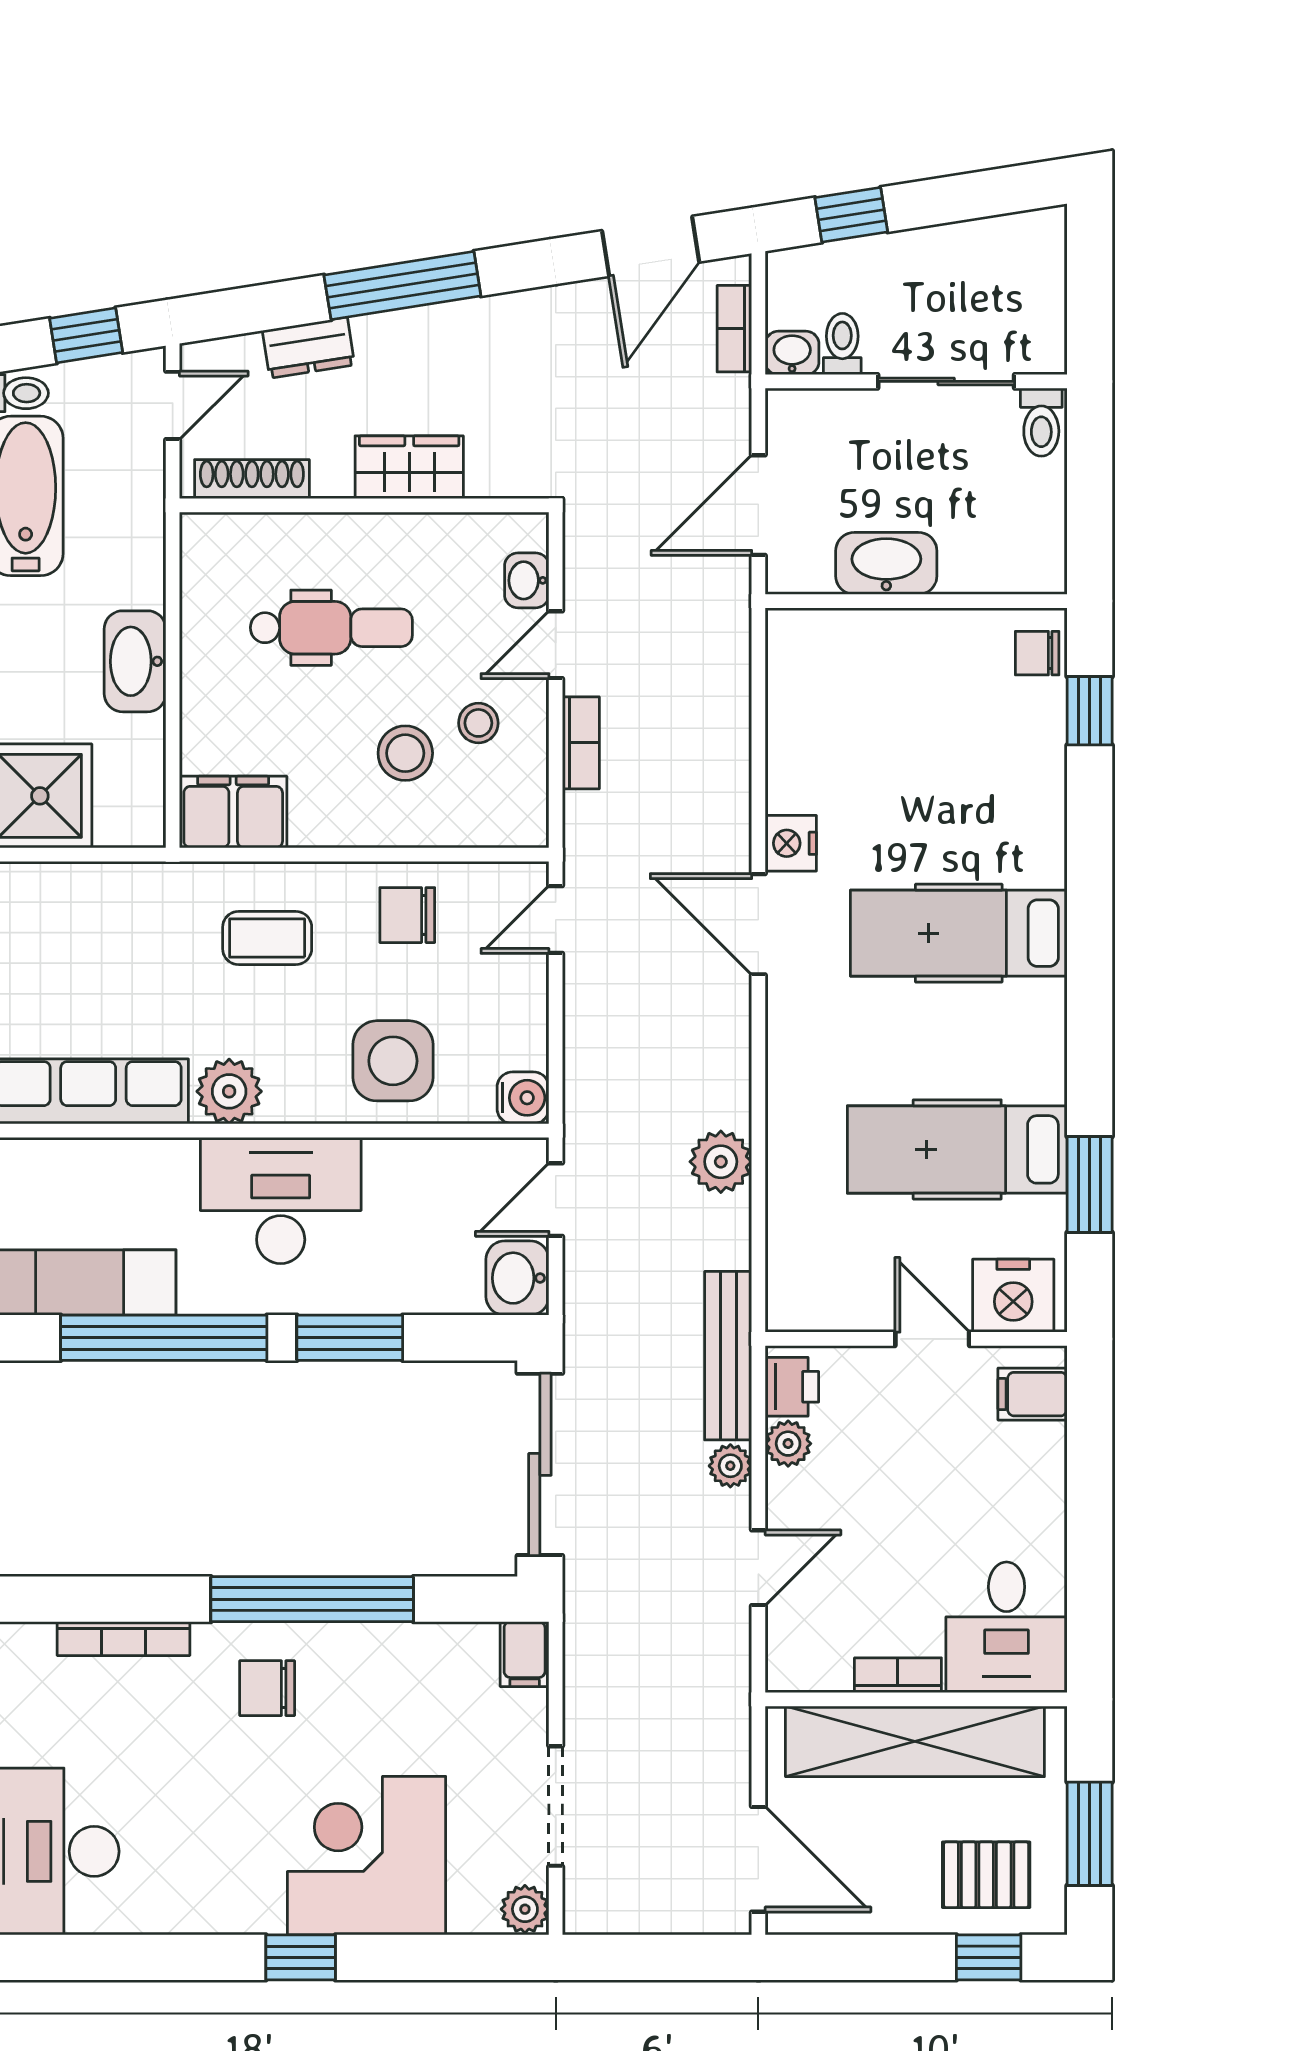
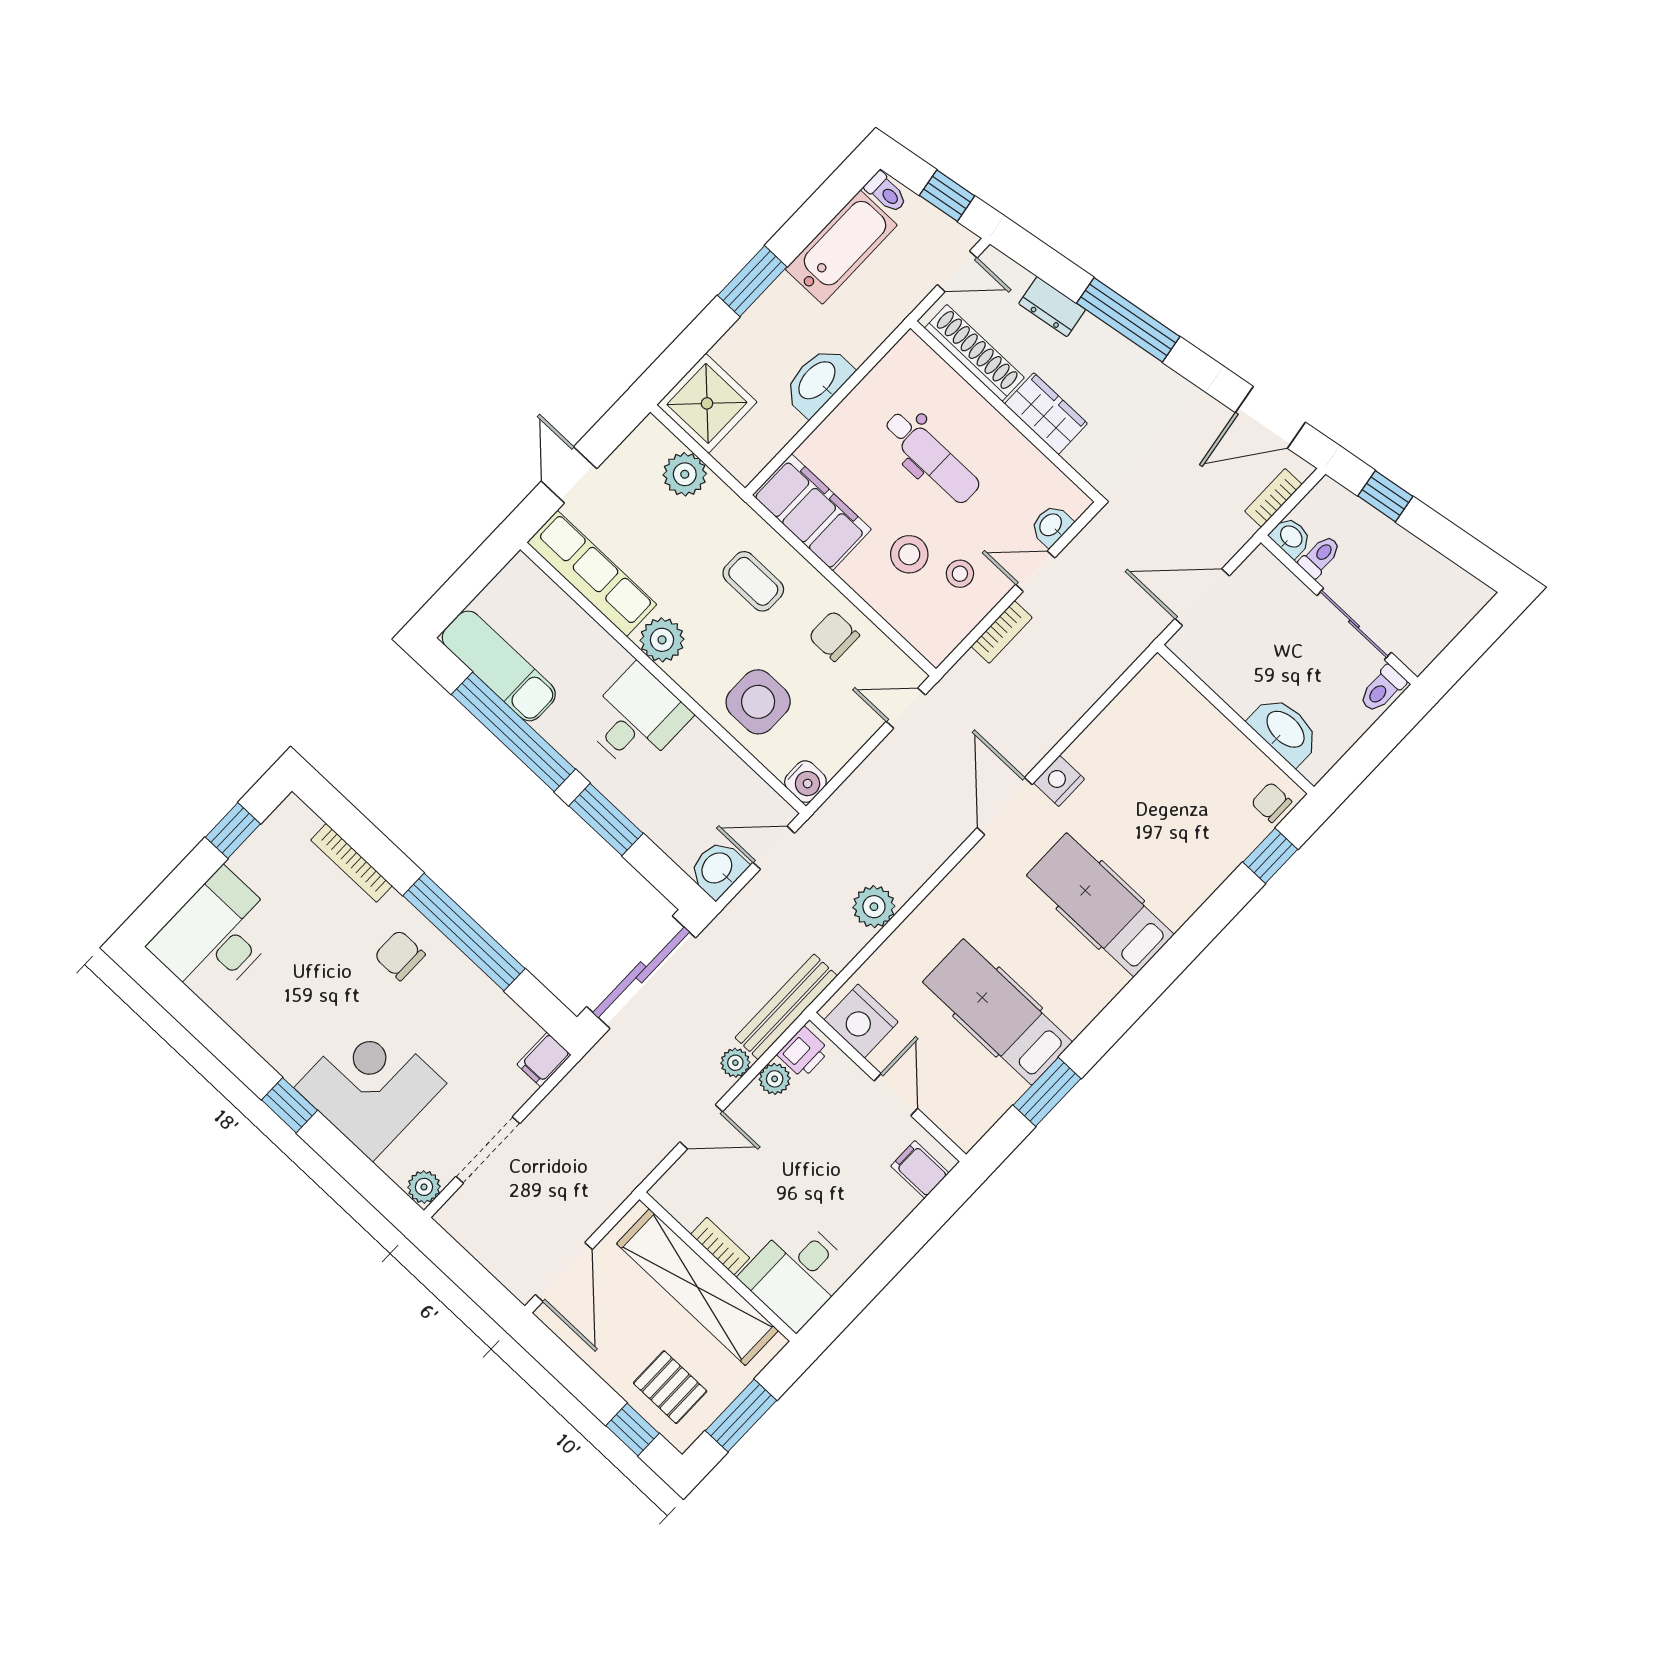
shoe rack: (252, 479) -> (974, 353), width x1.36, depth x1.24
washbasin: (886, 563) -> (1285, 730), moved
filing cabinet: (233, 812) -> (812, 512), width x1.50, depth x1.17
plant: (87, 893) -> (685, 474), added
desk: (281, 1200) -> (636, 719), width x0.73
nightstand: (1013, 1296) -> (861, 1021), moved

